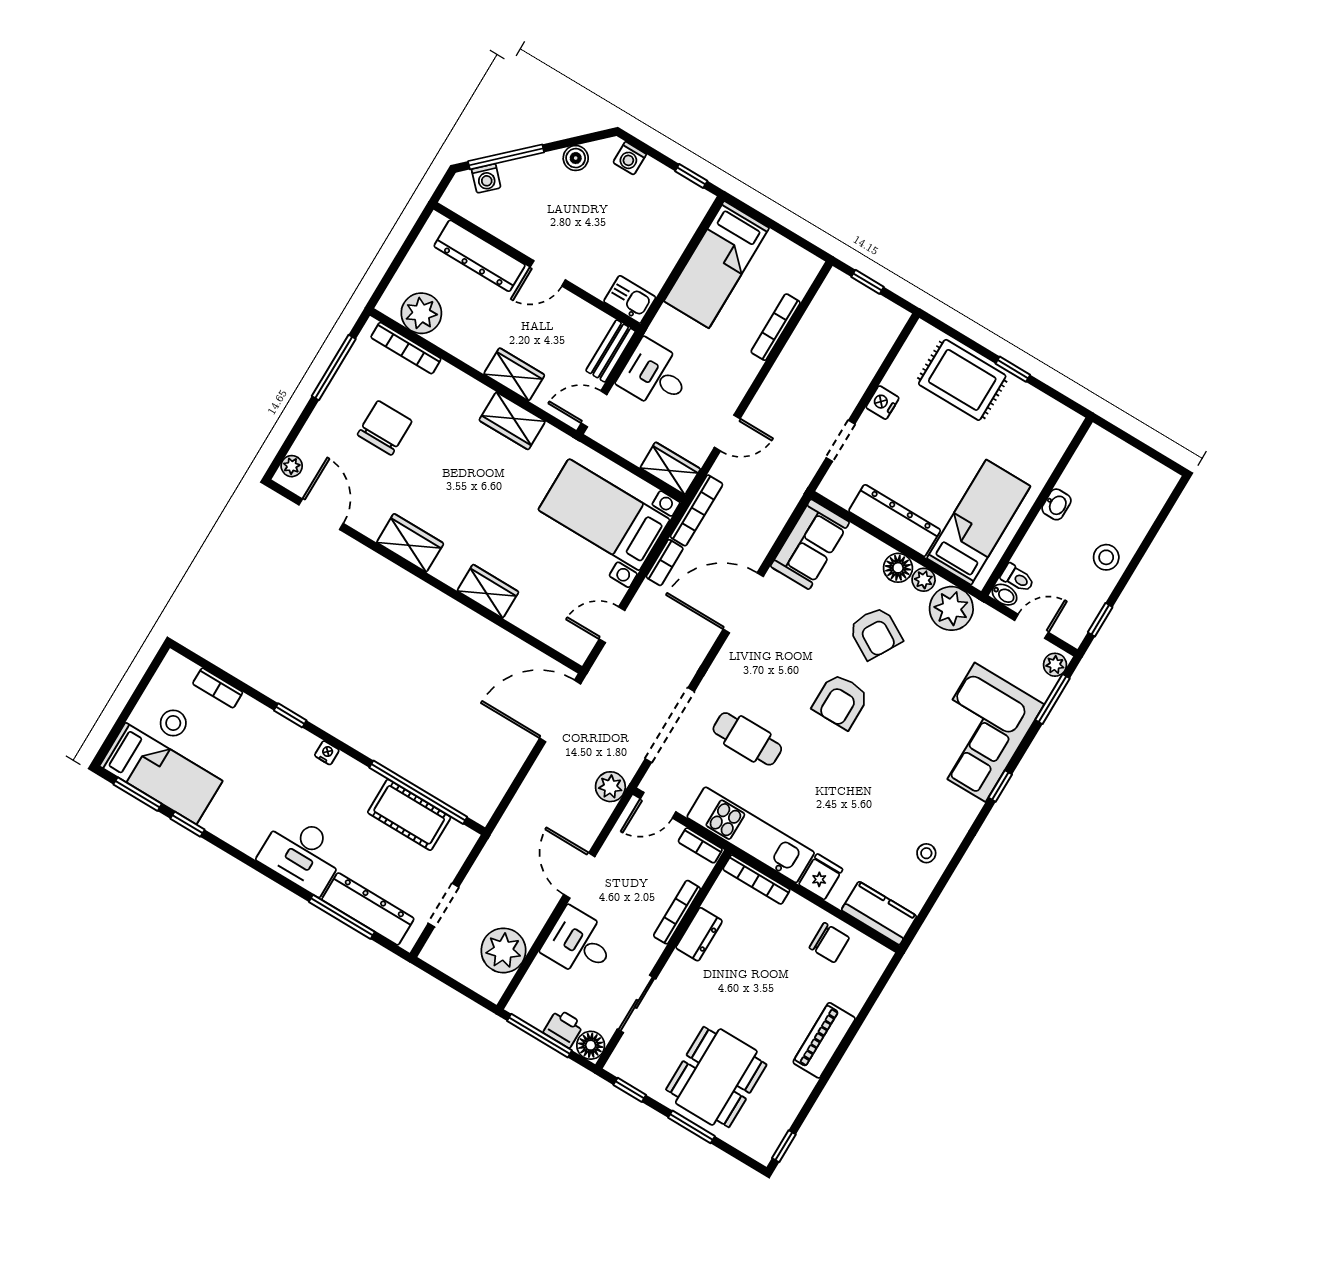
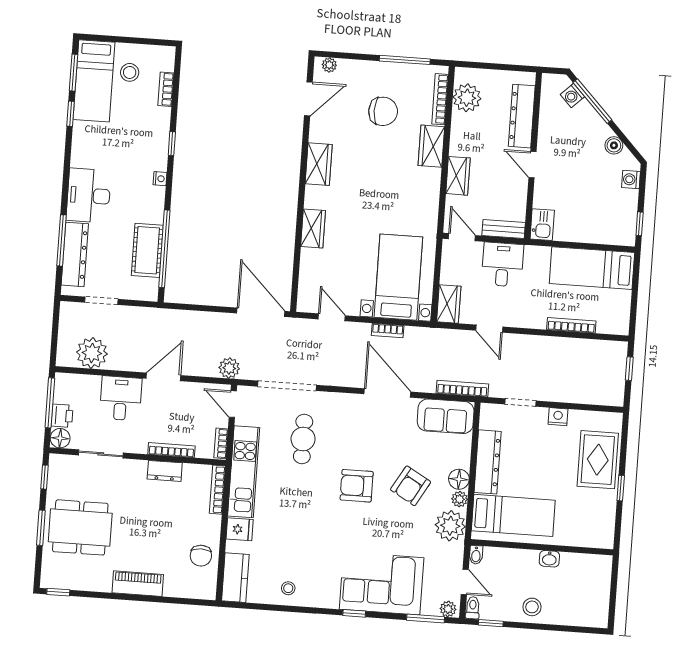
wardrobe: (512, 421) -> (431, 146), moved
bookcase: (696, 510) -> (462, 389), moved, turned 180
toilet: (1017, 578) -> (473, 608), moved, turned 180

